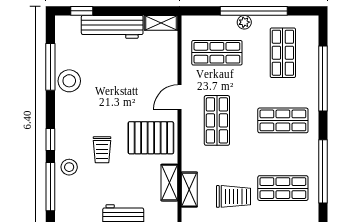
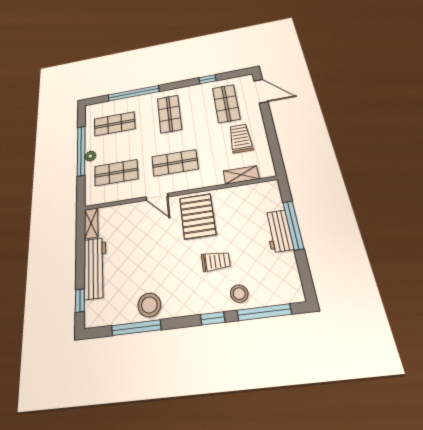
shop shelf: (217, 53) -> (116, 173), turned 90
window: (323, 171) -> (207, 79), width x0.32
shelving: (169, 183) -> (238, 193), removed

